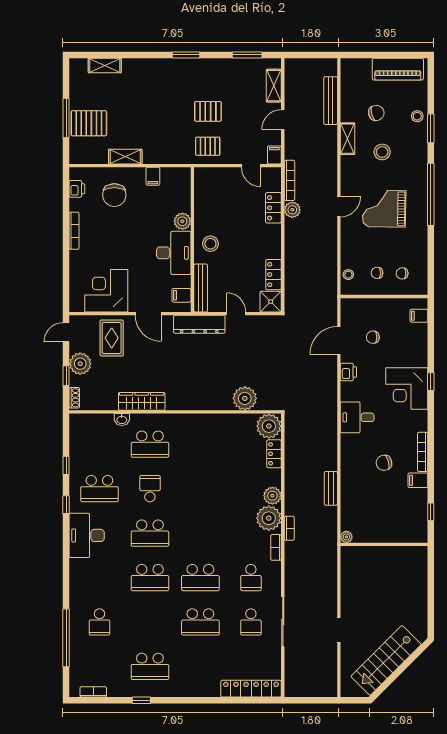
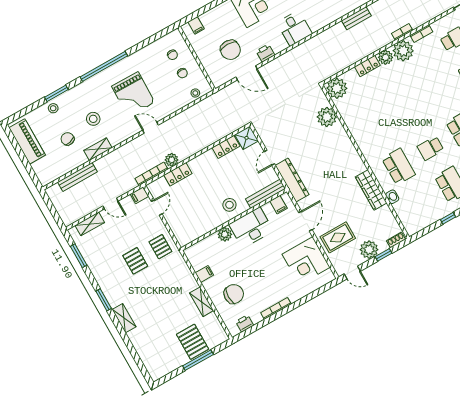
shelving: (105, 65) -> (124, 318), moved
chair: (373, 337) -> (230, 50), width x1.87, depth x1.87
locker: (274, 454) -> (367, 66), moved

